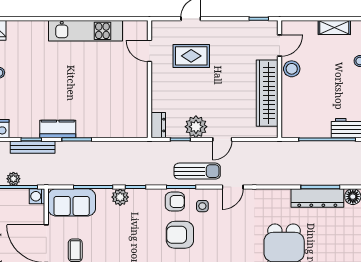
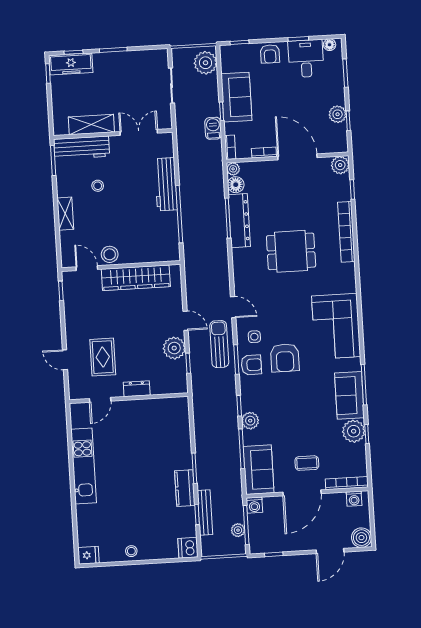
dresser: (158, 125) -> (137, 389), moved
armchair: (175, 202) -> (251, 365), turned 90

